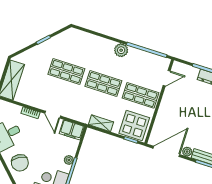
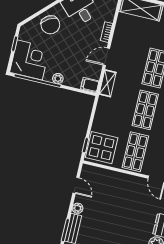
shelving: (101, 123) -> (108, 83), moved
filing cabinet: (72, 130) -> (90, 85), width x0.50
door: (166, 151) -> (76, 185), width x0.53
chair: (20, 163) -> (50, 25), turned -91

